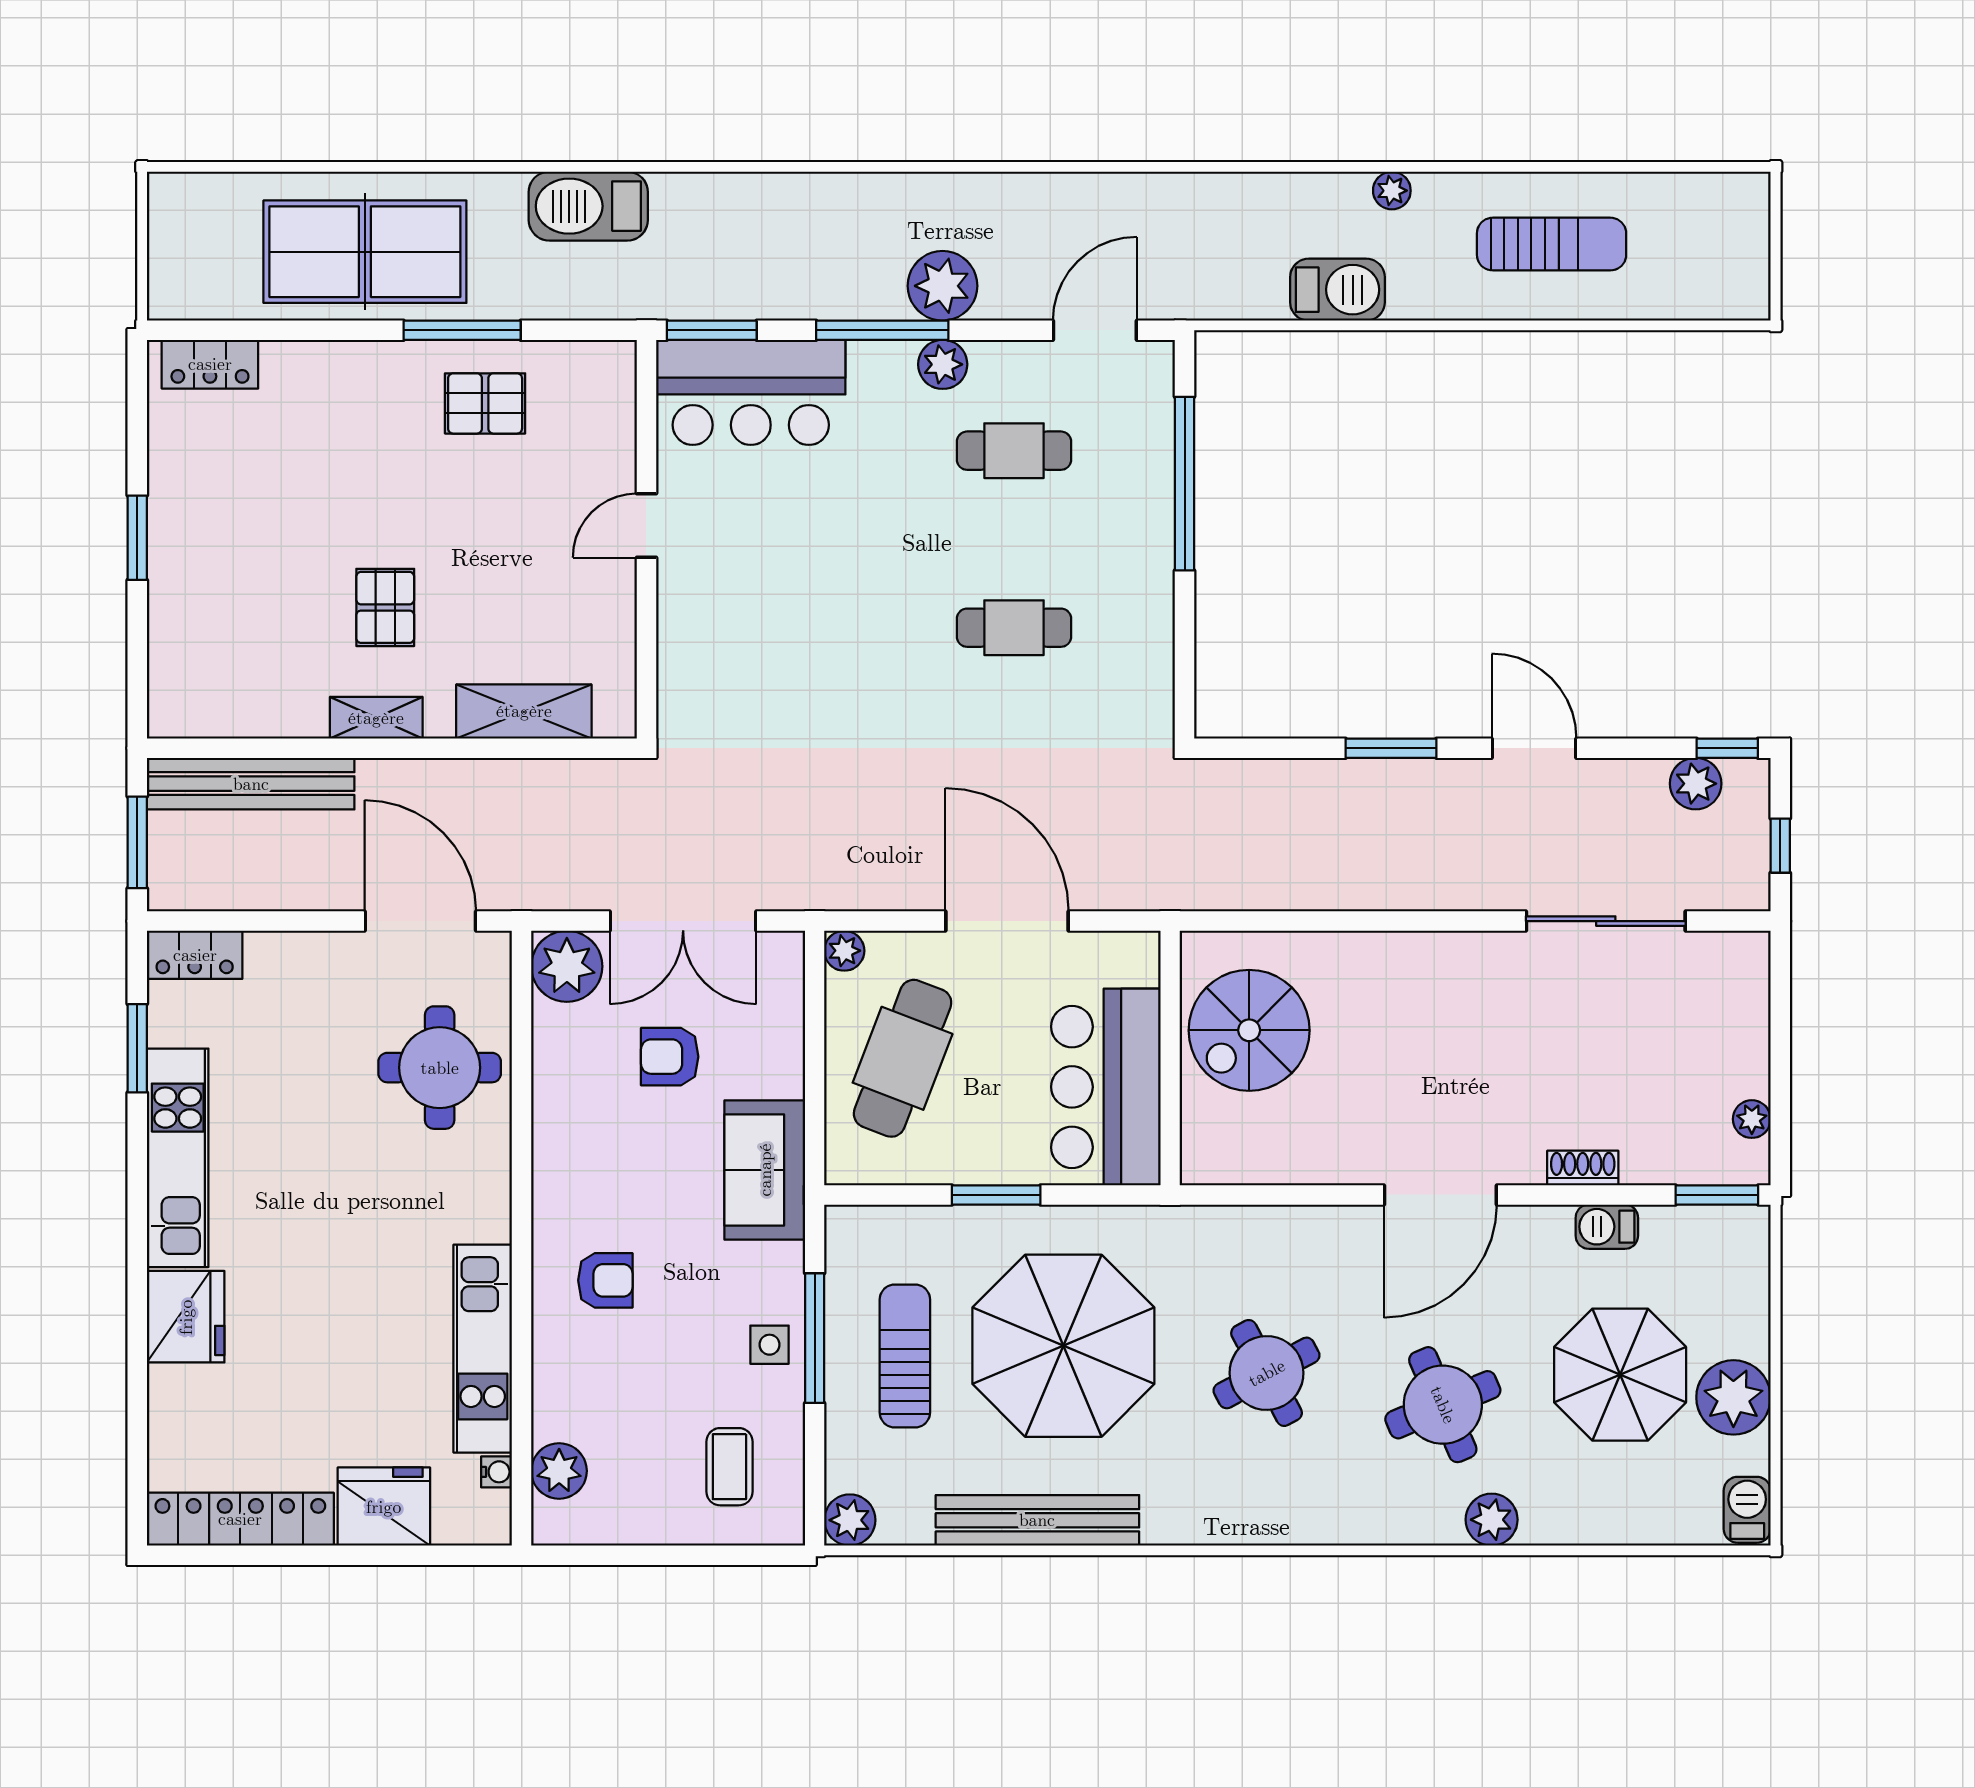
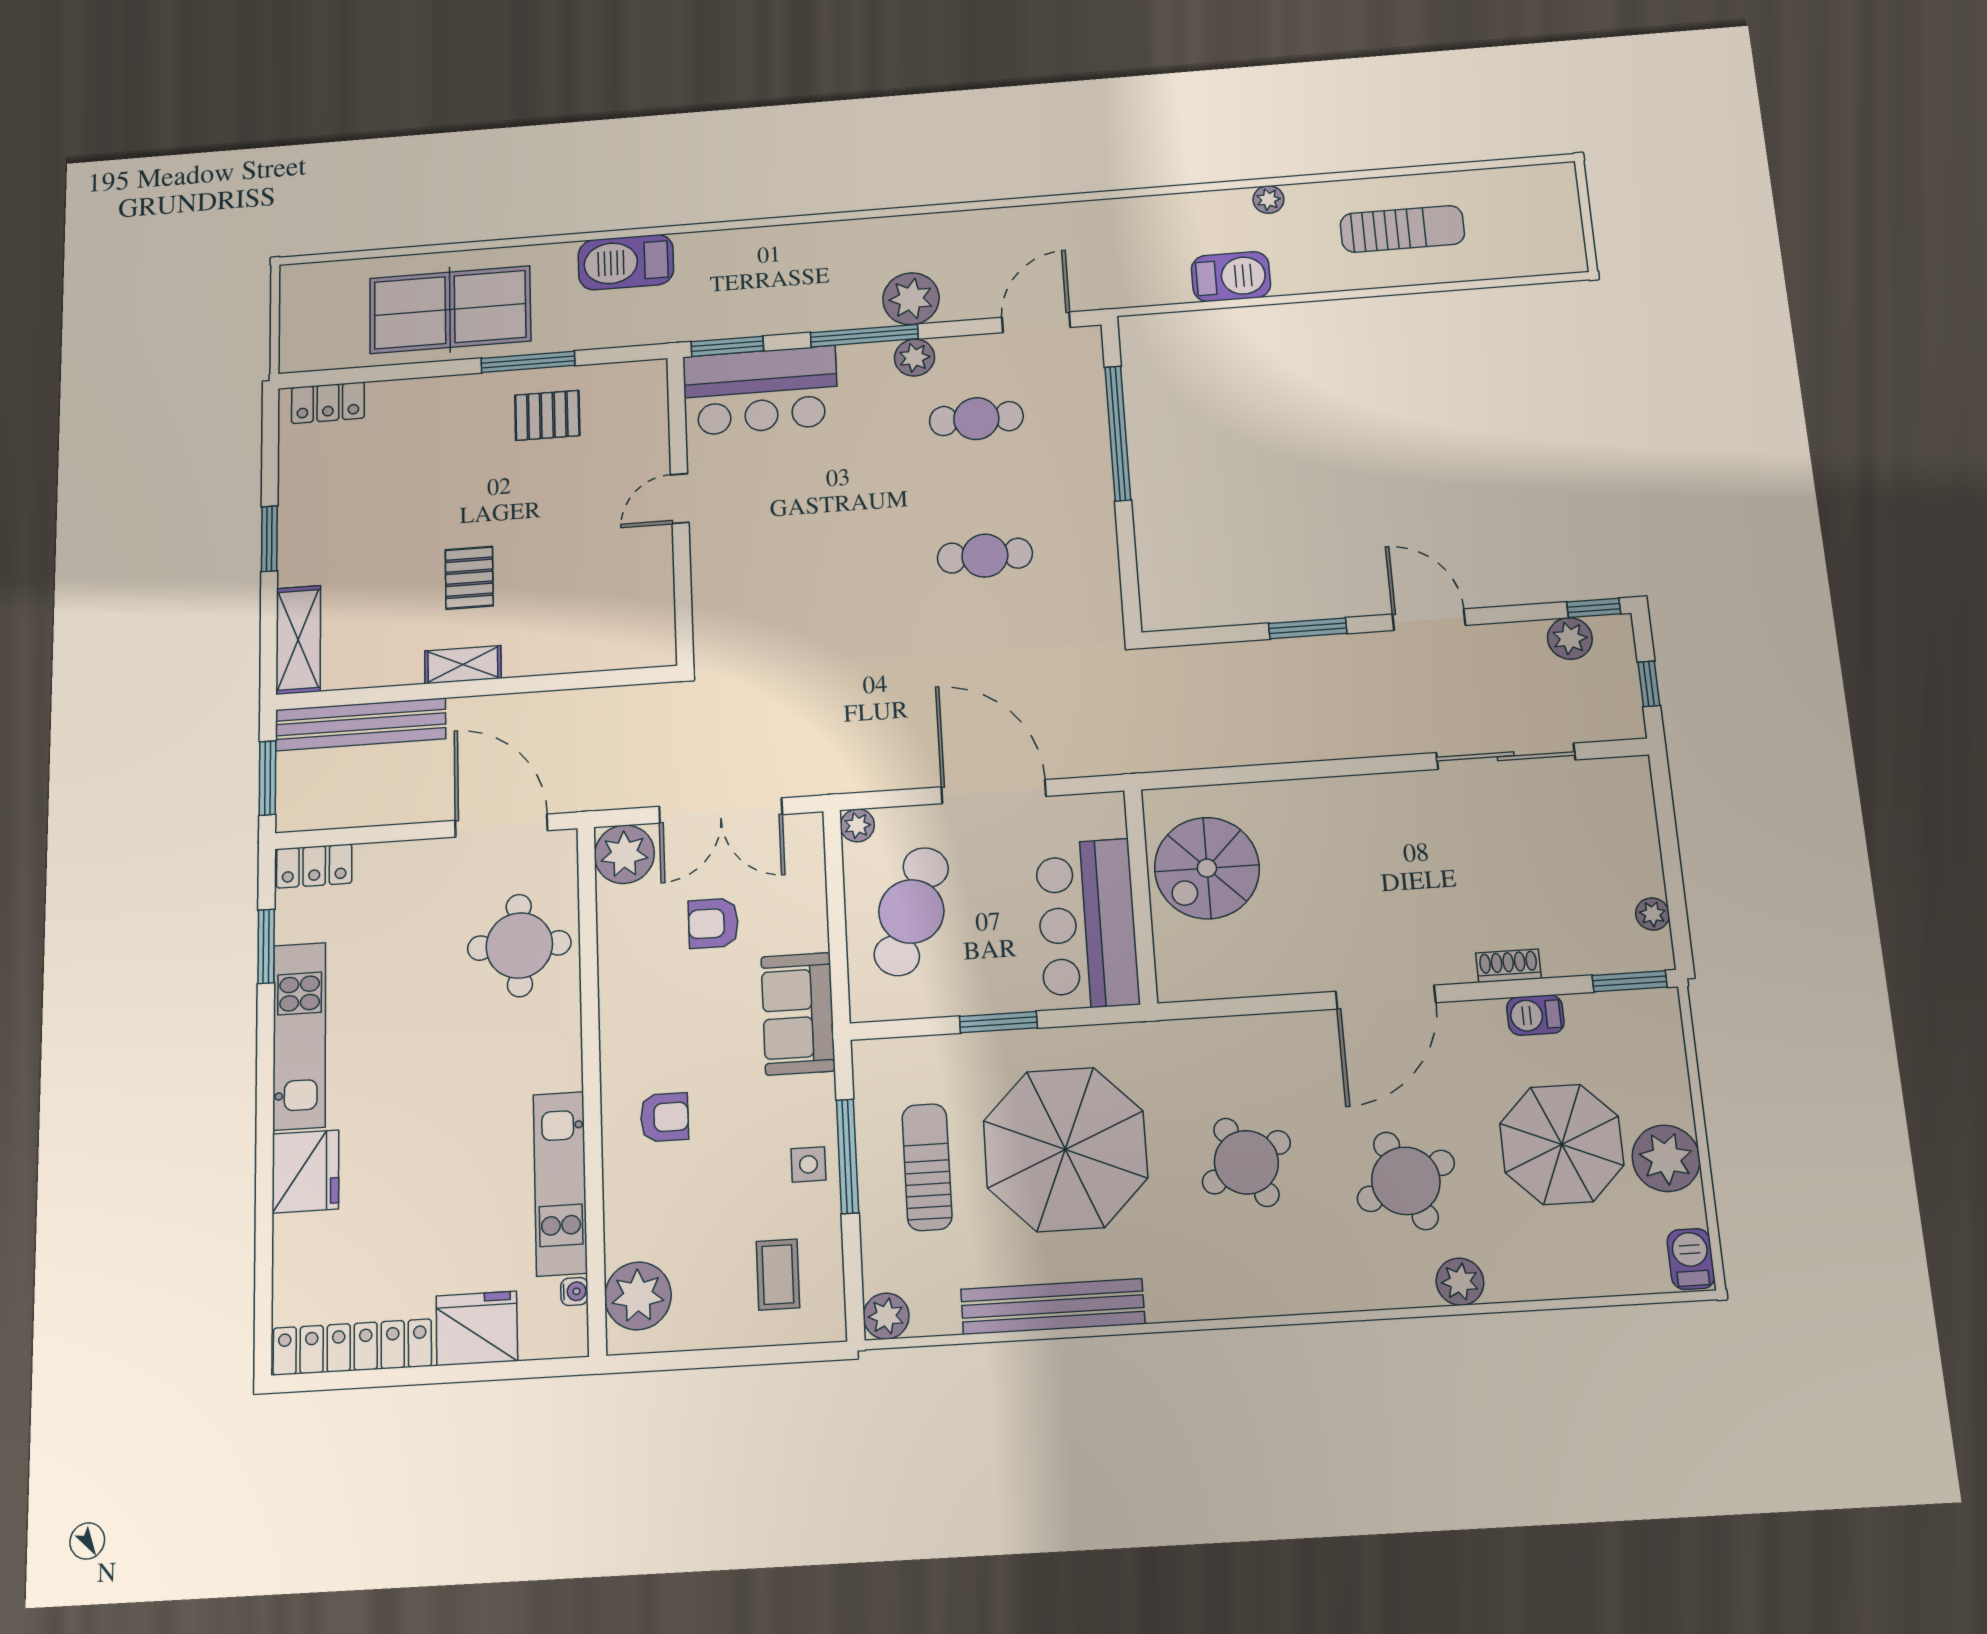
shelving: (524, 711) -> (298, 640), moved, turned 90
plant: (559, 1471) -> (638, 1296), width x1.36, depth x1.36

